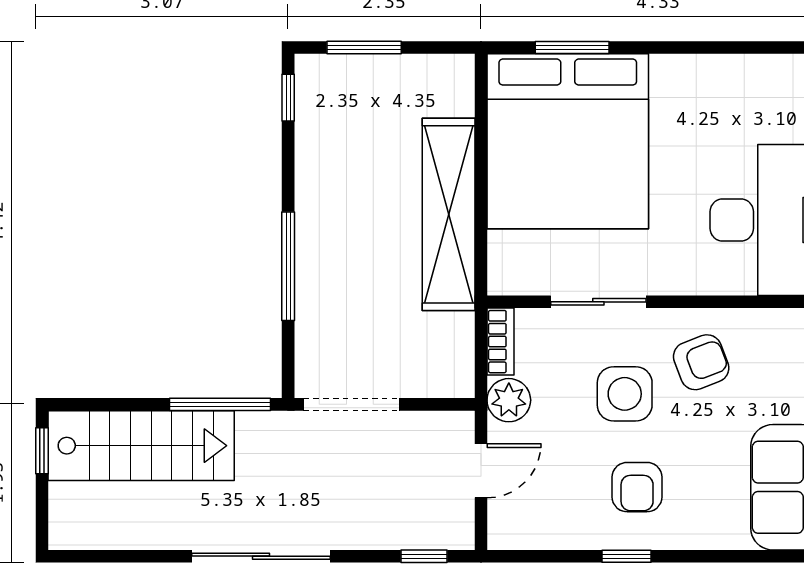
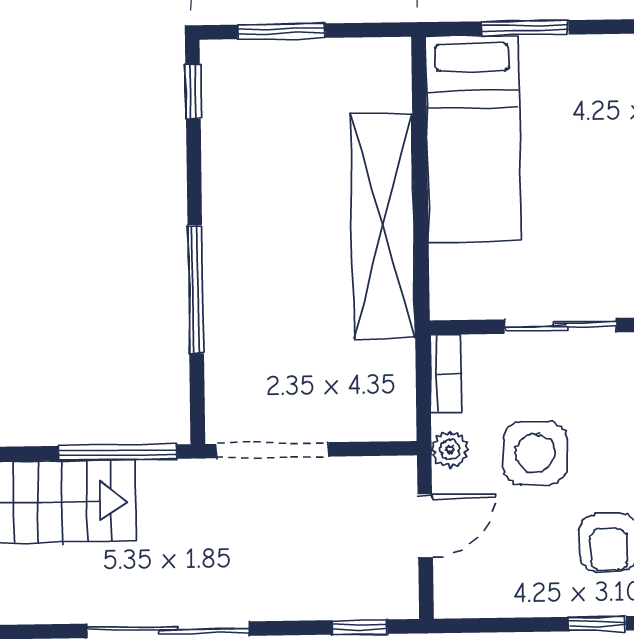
bed: (568, 141) -> (473, 139), width x0.49
side table: (625, 394) -> (535, 453), moved
plant: (509, 400) -> (450, 450), width x0.73, depth x0.73

